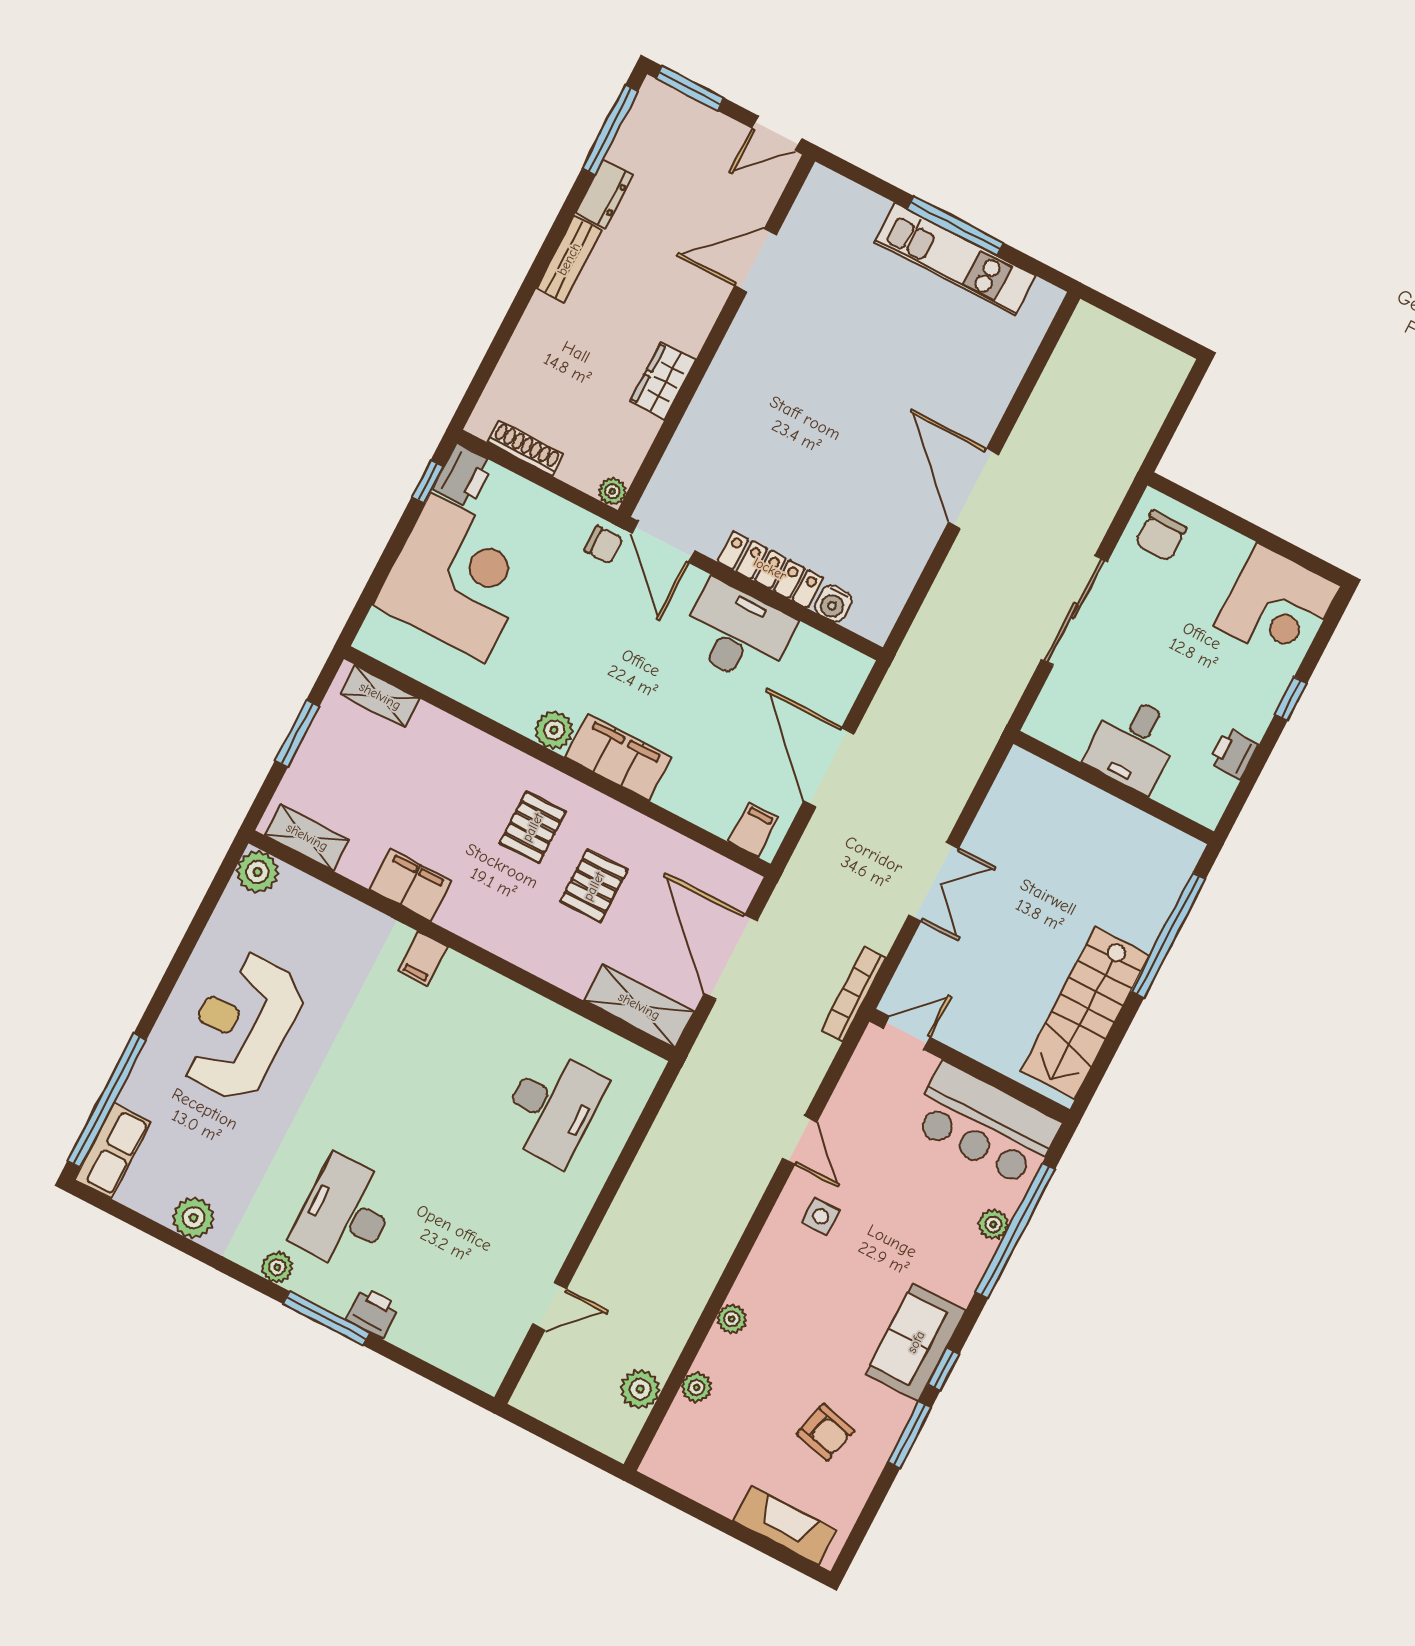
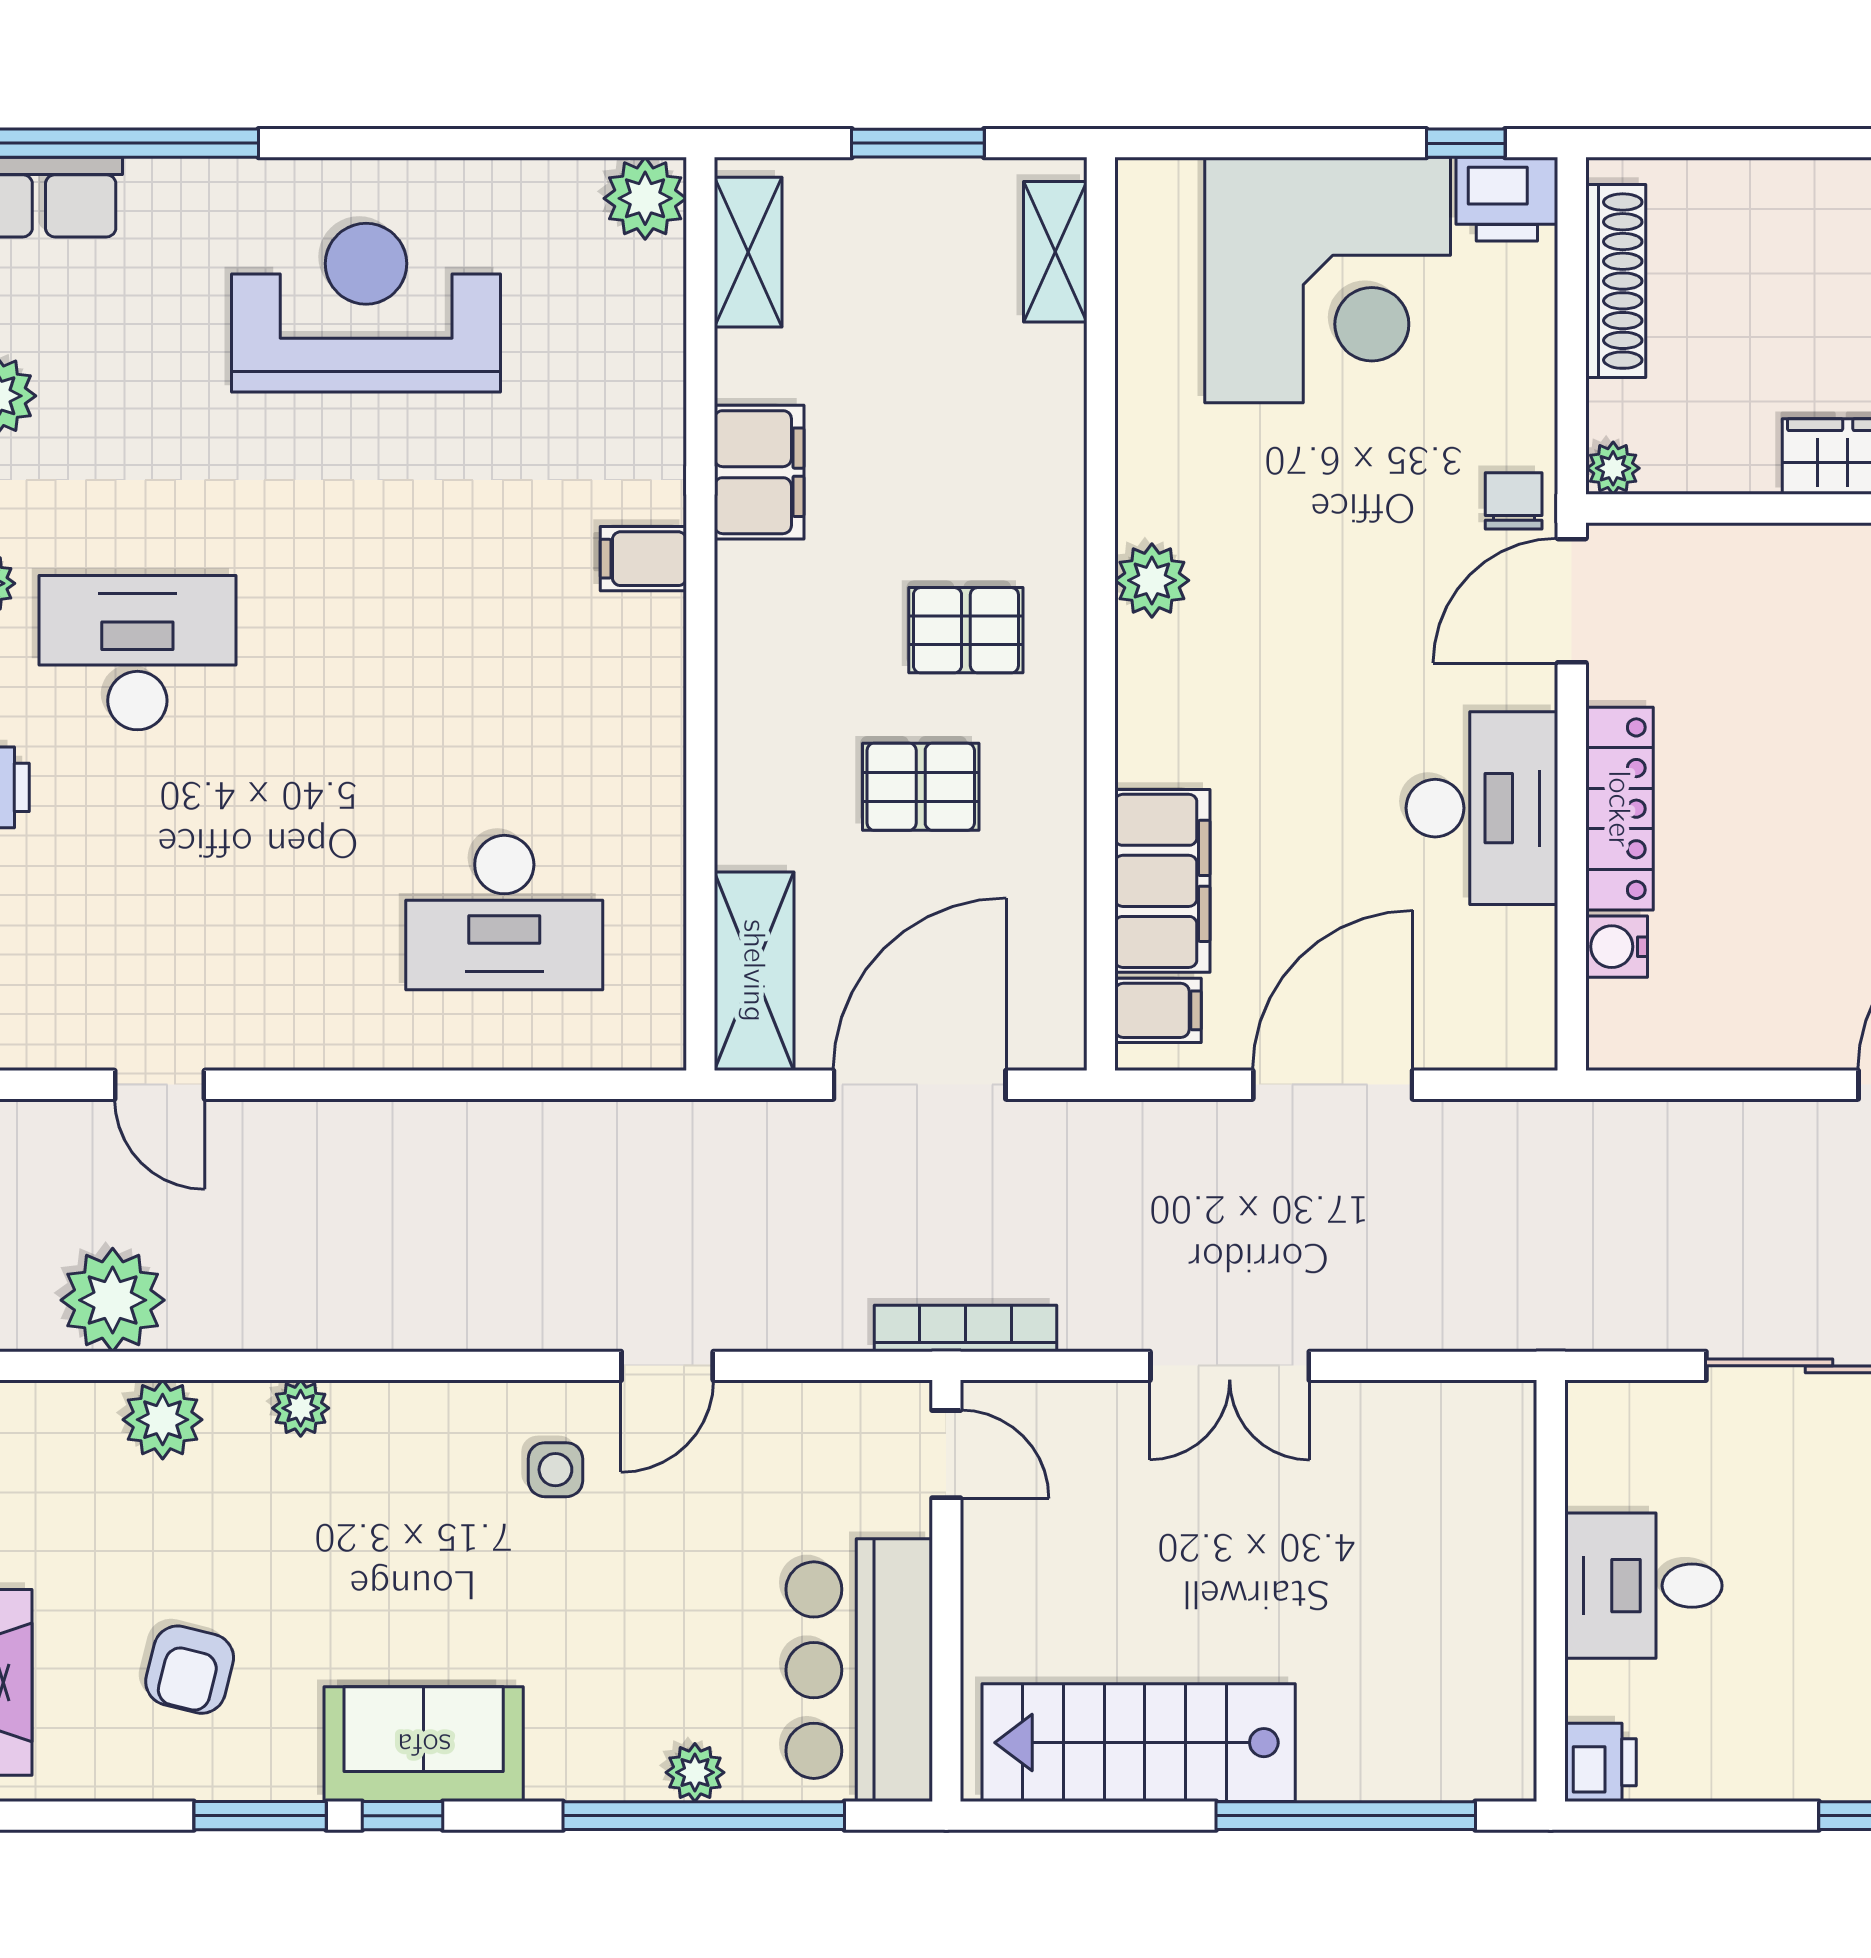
shoe rack: (526, 448) -> (1616, 281), width x1.36, depth x1.24
chair: (604, 545) -> (1514, 501), turned 180
printer: (1233, 753) -> (1600, 1762), moved, turned 90
filing cabinet: (618, 757) -> (1162, 881), moved
plant: (697, 1387) -> (163, 1420), width x1.38, depth x1.38
plant: (640, 1389) -> (113, 1300), width x1.36, depth x1.36

